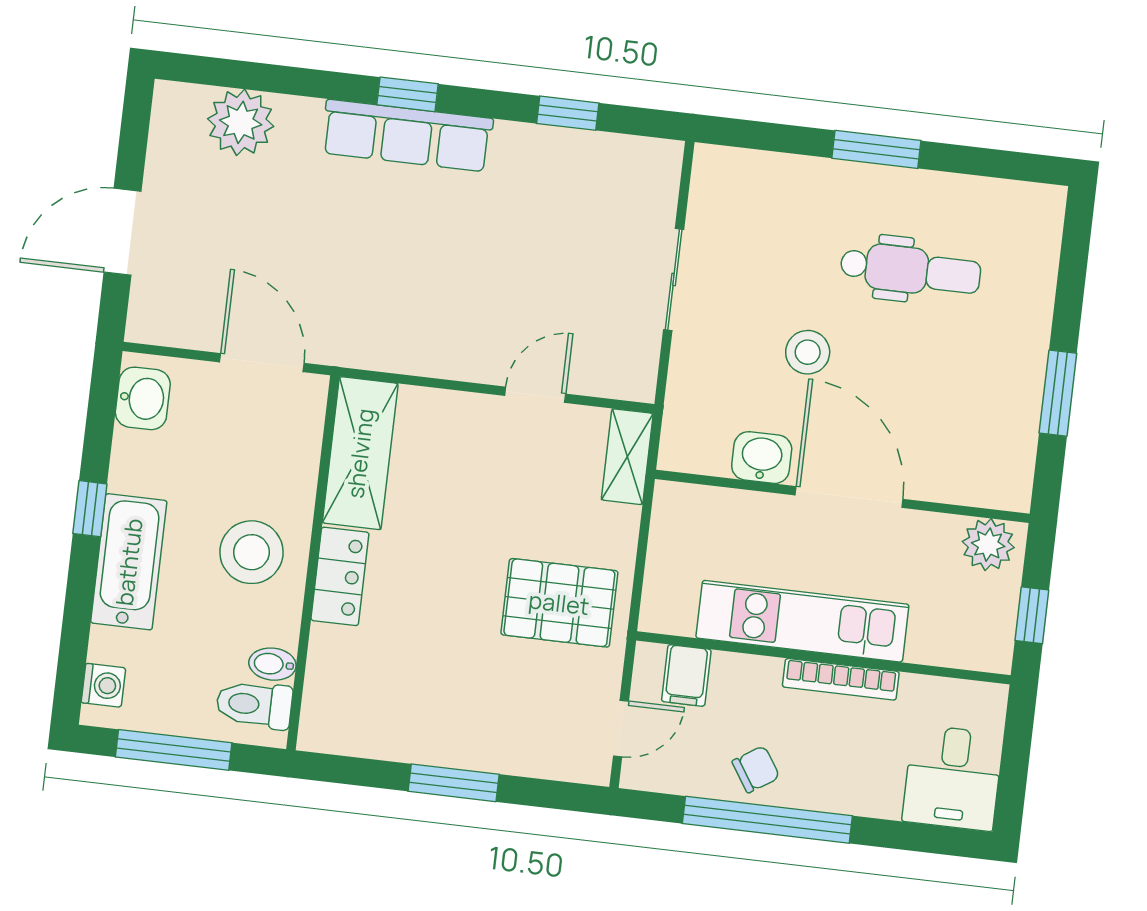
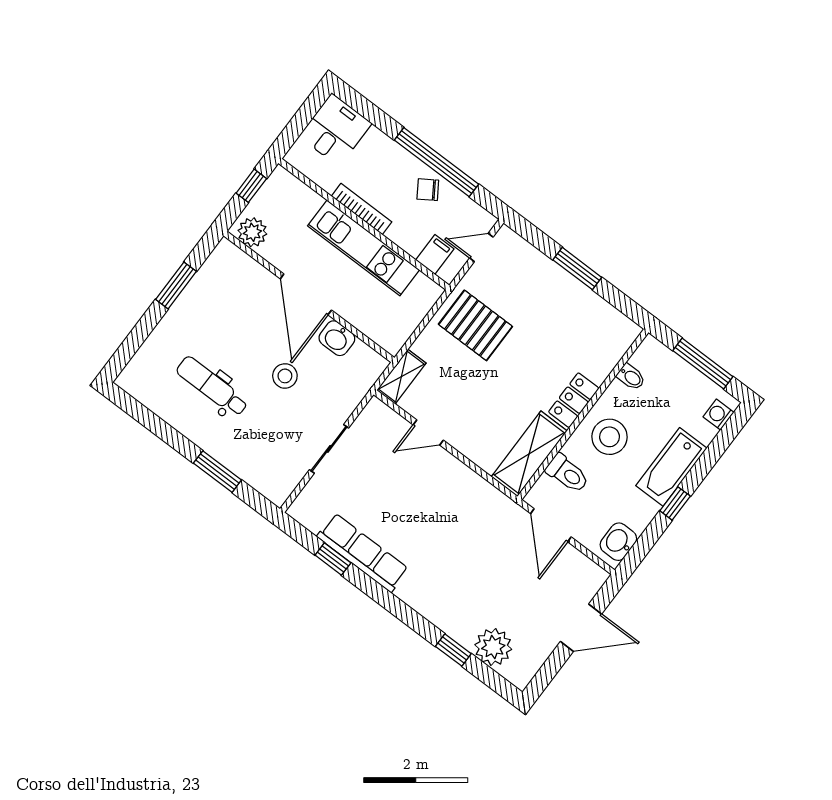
window: (408, 94) -> (453, 650), moved
row of seats: (407, 136) -> (363, 553), moved
window: (876, 149) -> (217, 472), moved
toilet: (254, 705) -> (567, 473), moved

